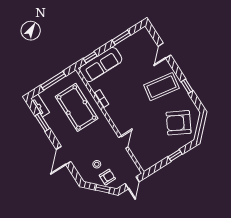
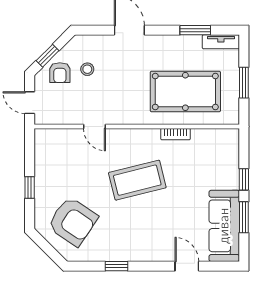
window: (90, 57) -> (244, 179), moved
sofa: (101, 64) -> (224, 226), moved
window: (53, 81) -> (244, 83), width x0.69
coffee table: (161, 87) -> (137, 180), moved, turned 67
armchair: (179, 123) -> (73, 221), turned 96

